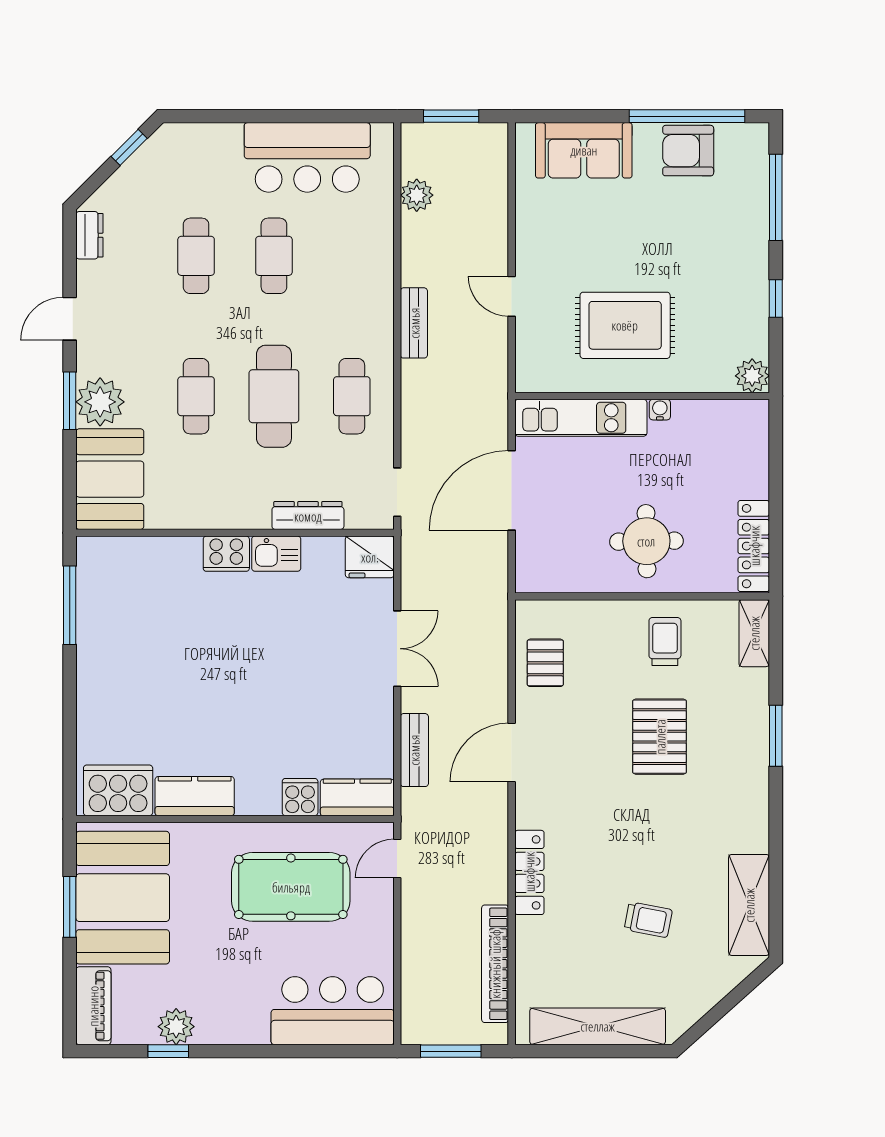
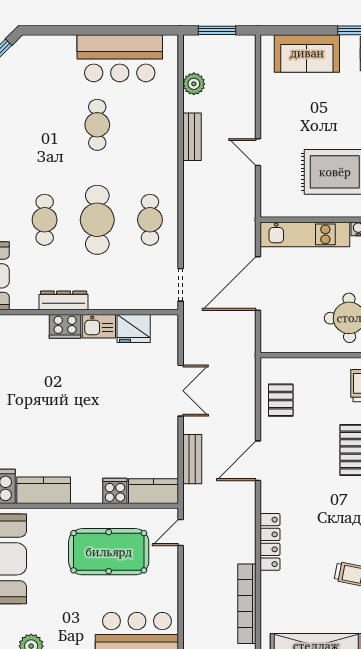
cafe table: (196, 256) -> (45, 125), removed
bench: (414, 323) -> (192, 137), moved
dresser: (308, 516) -> (64, 300), moved
fridge: (370, 557) -> (134, 328), moved

